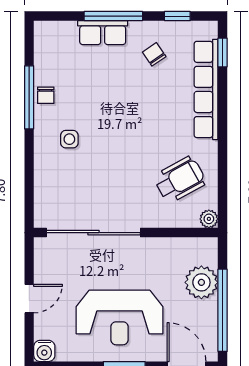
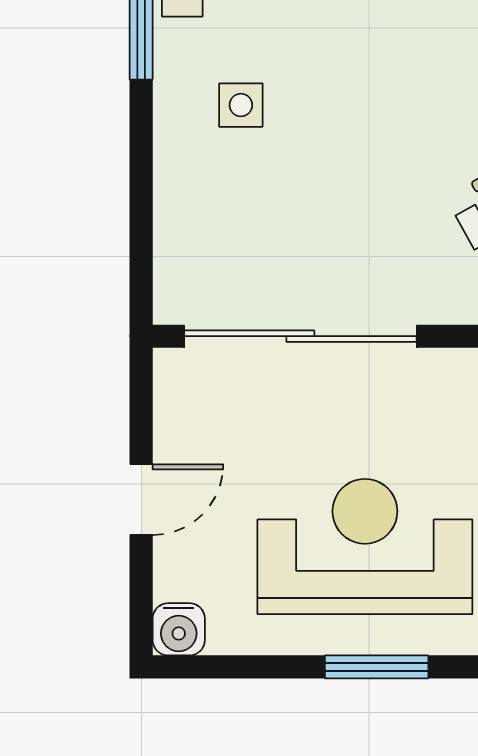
reception desk: (119, 317) -> (365, 546), turned 180

